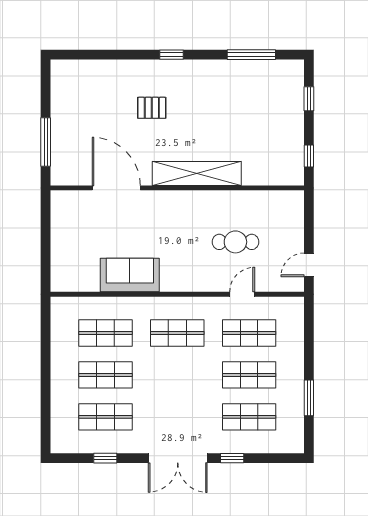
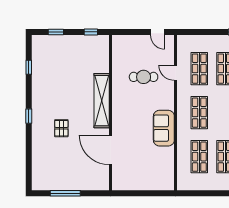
window: (251, 55) -> (29, 67), width x0.46
window: (46, 142) -> (65, 193), moved
door: (116, 188) -> (110, 150), hinge flipped
cafe table: (235, 242) -> (144, 77), turned 90
sofa: (130, 275) -> (164, 128), moved

